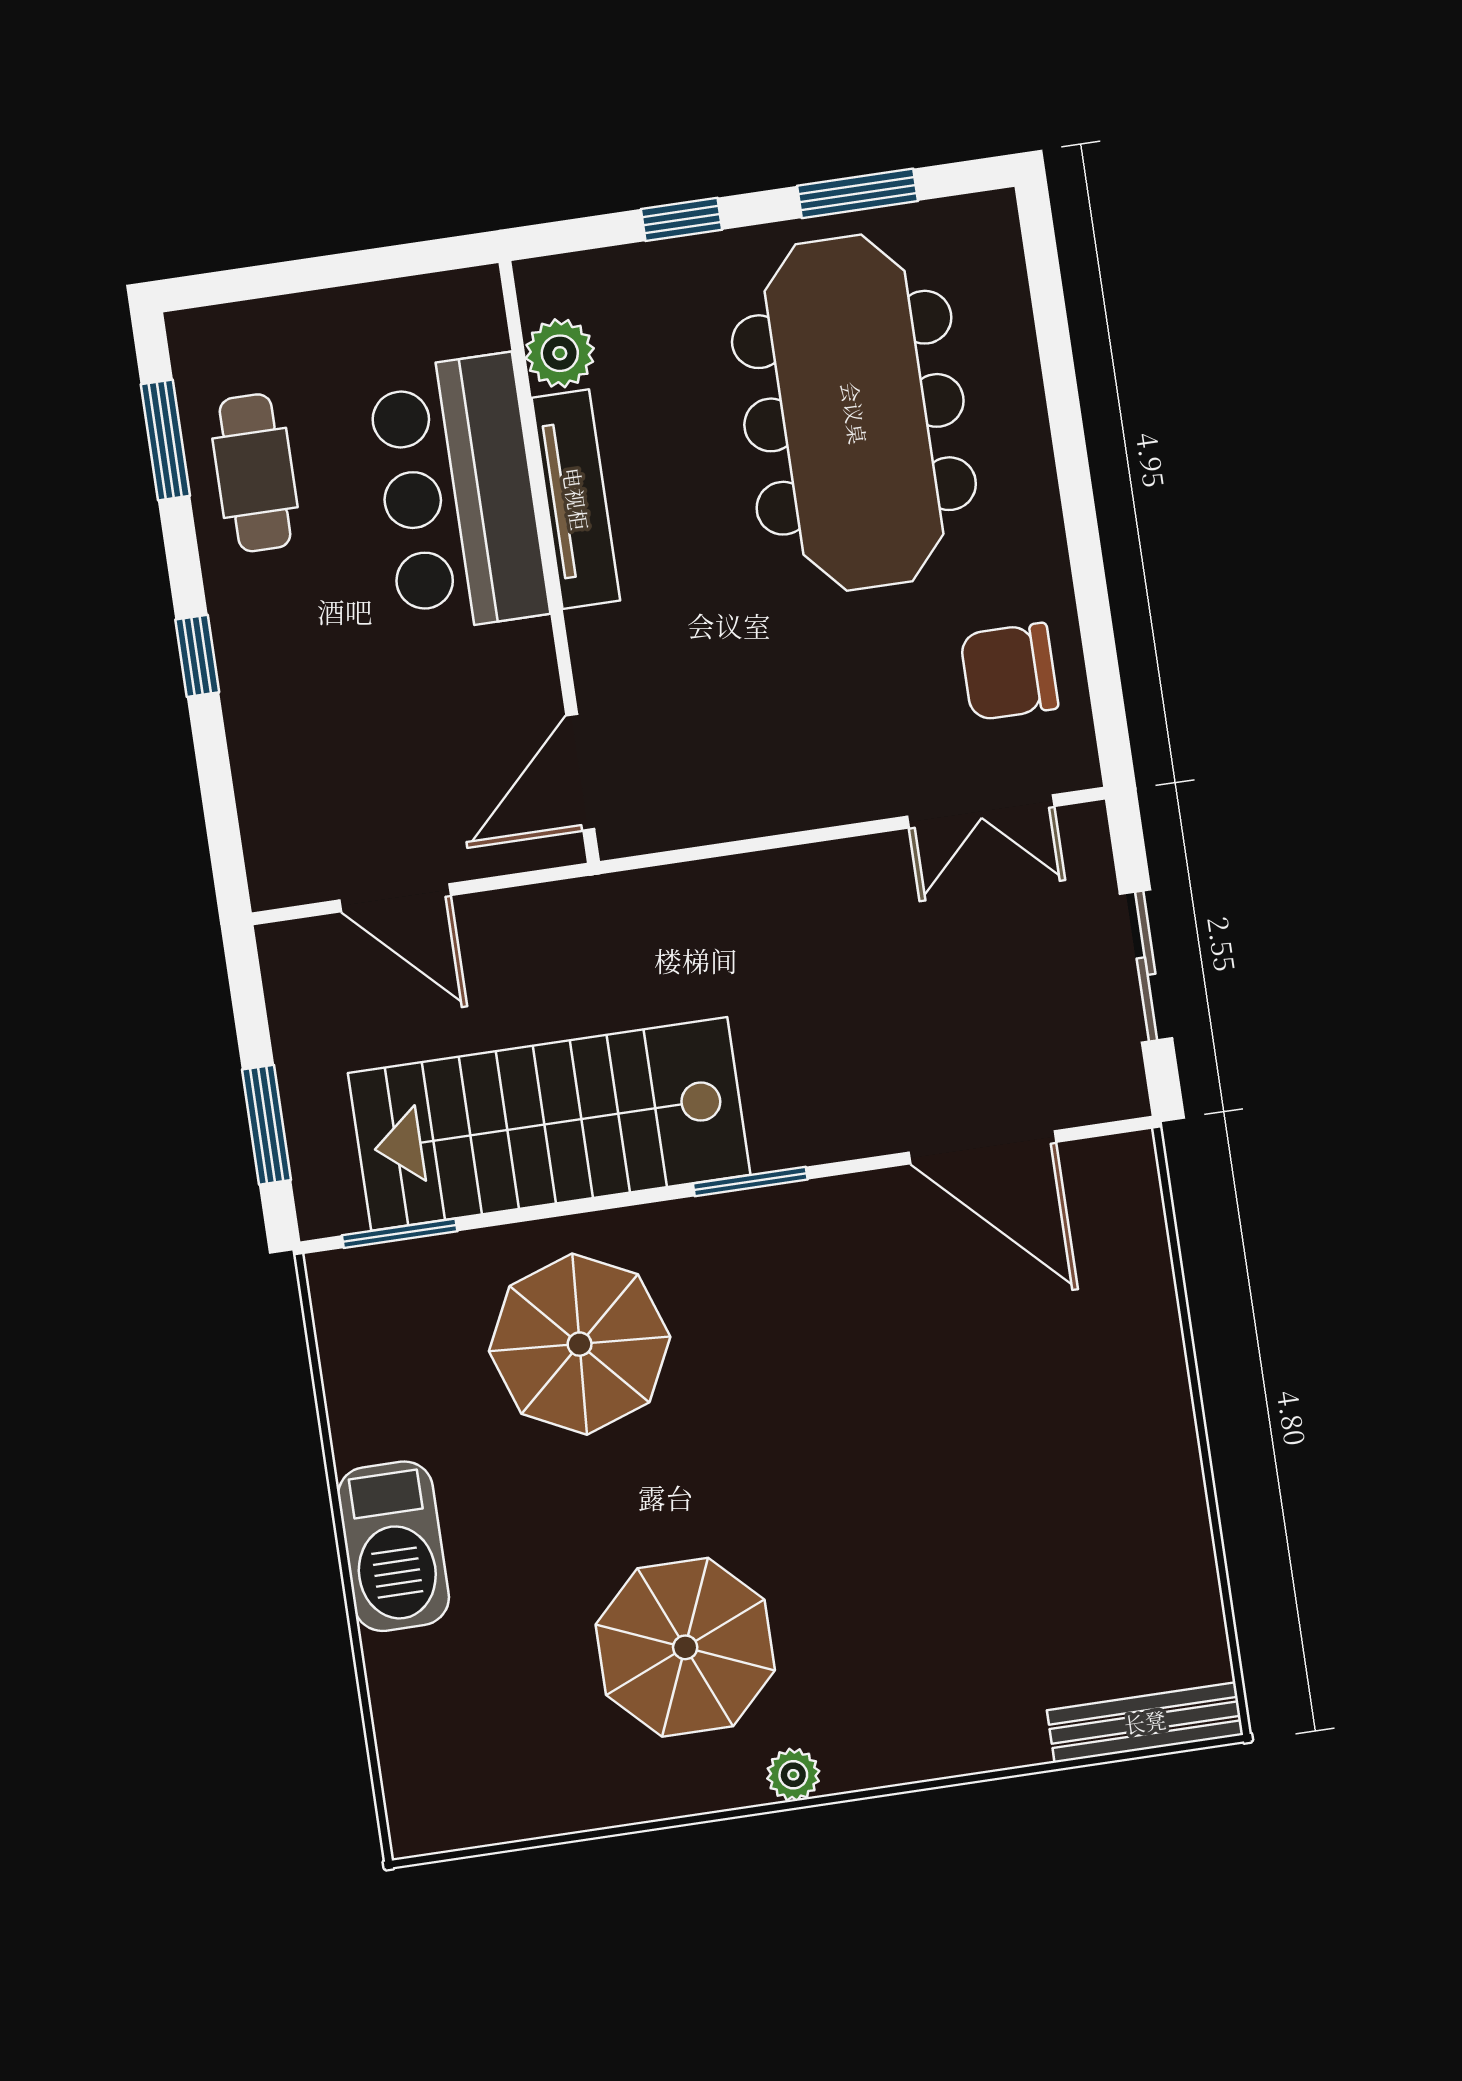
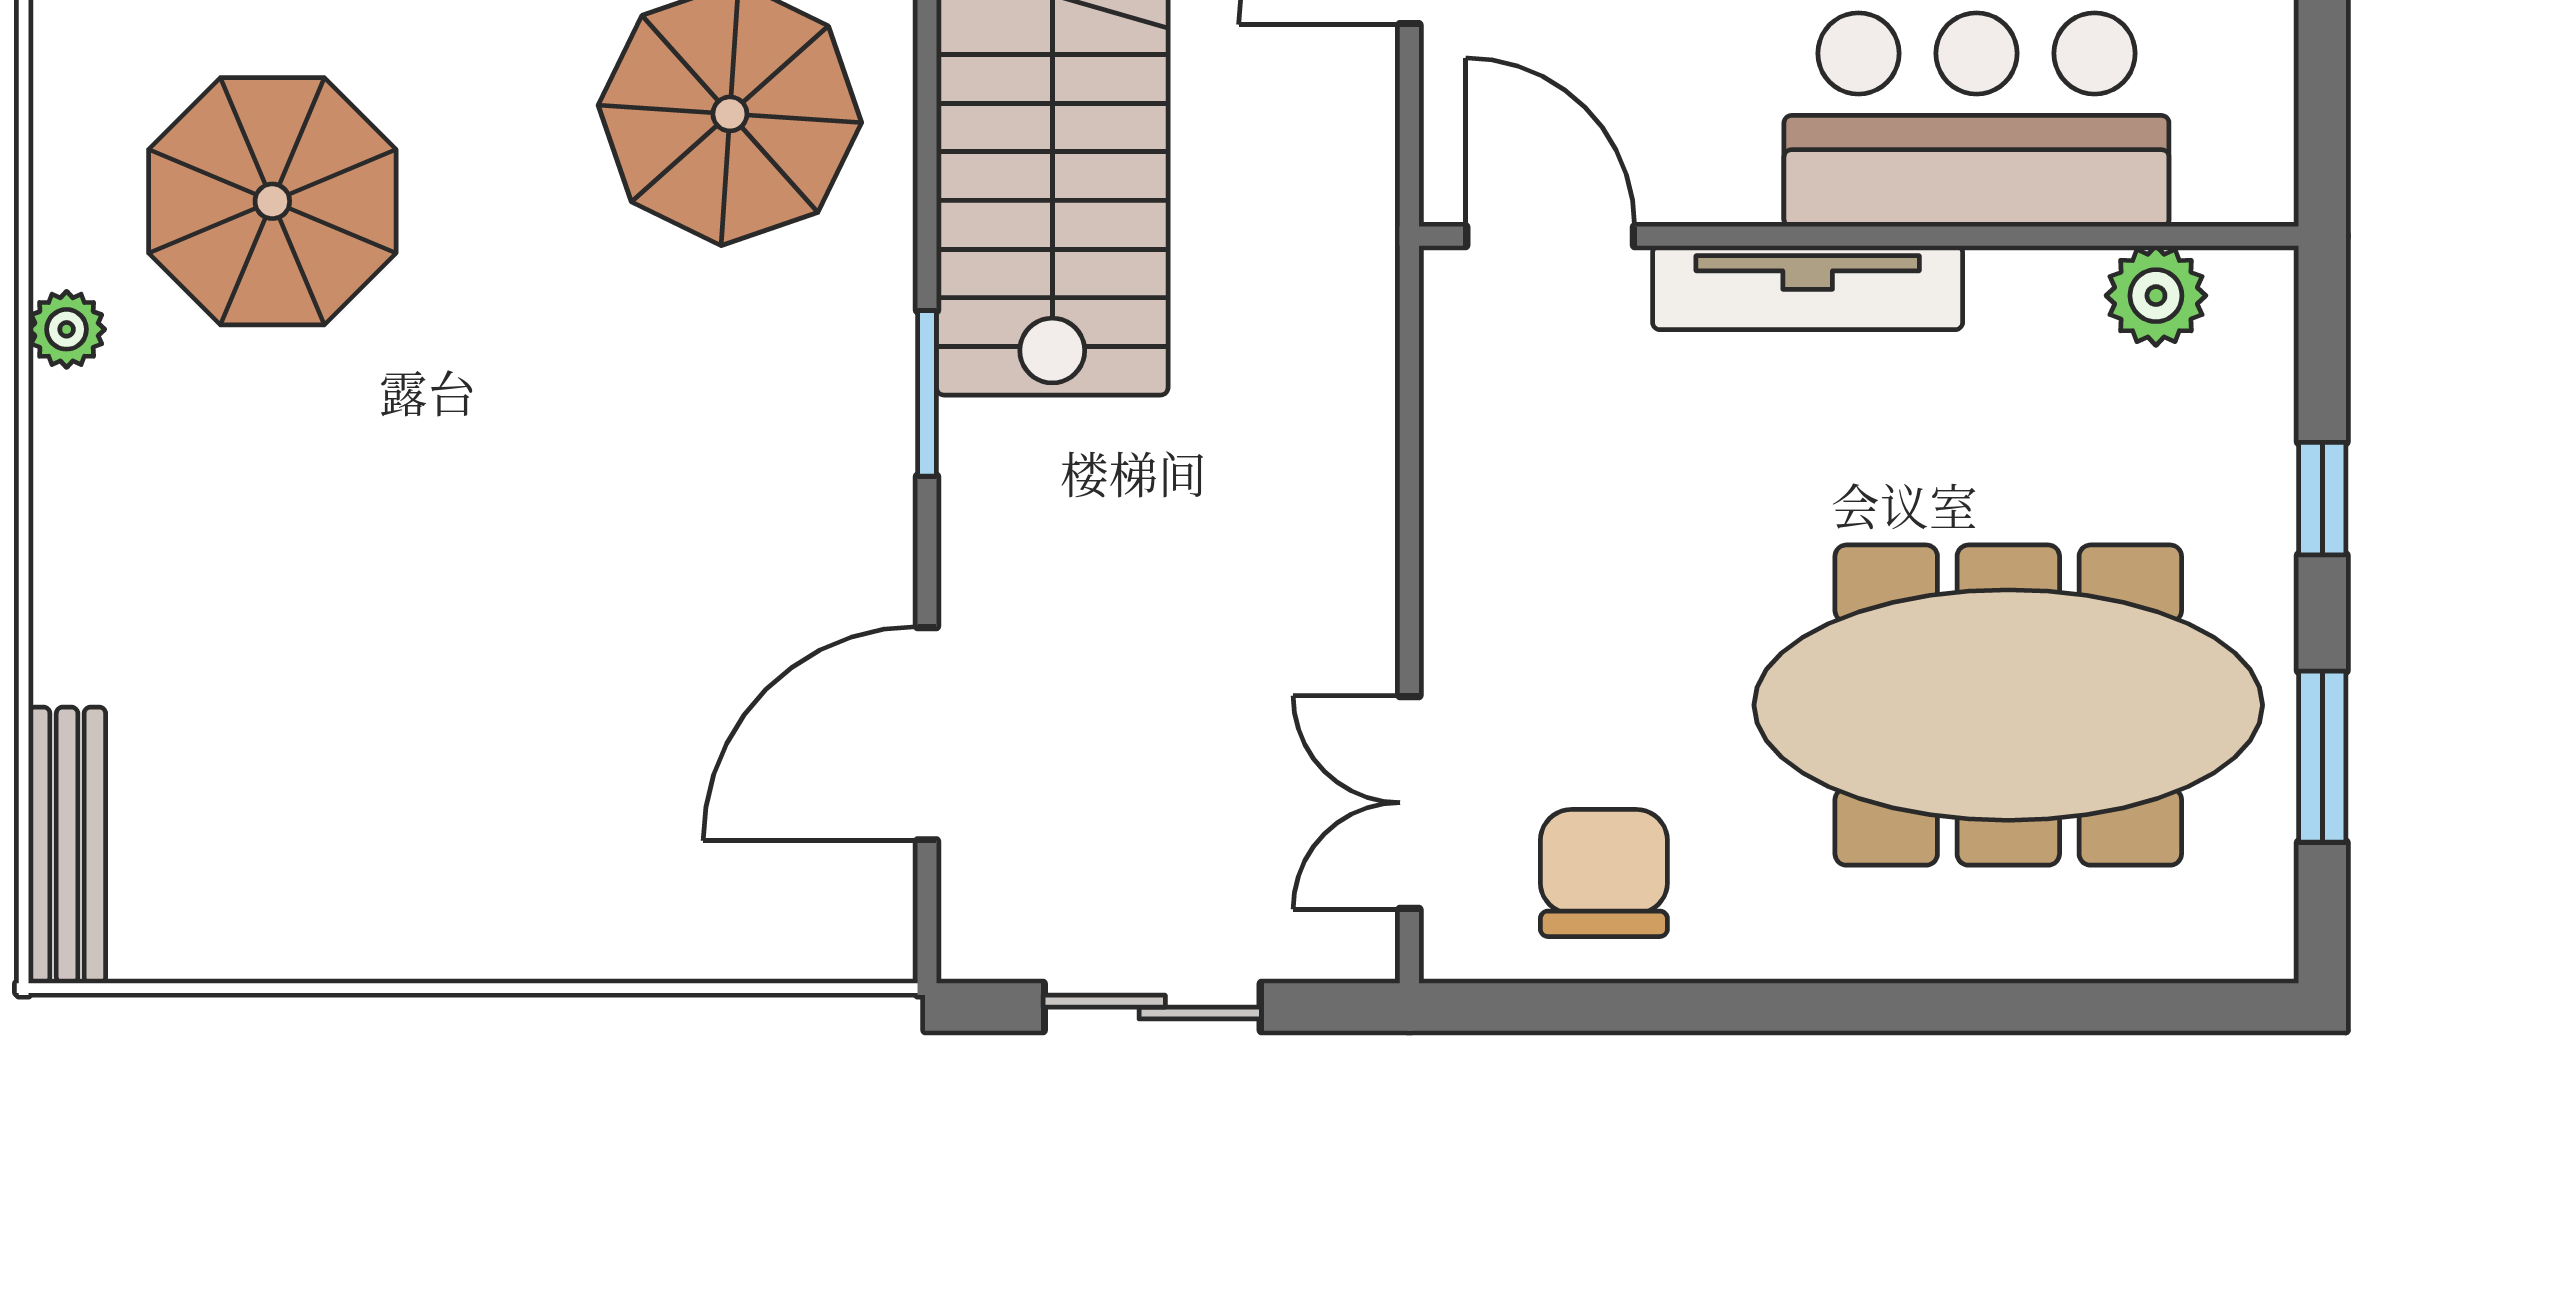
tv unit: (576, 499) -> (1808, 288), moved

